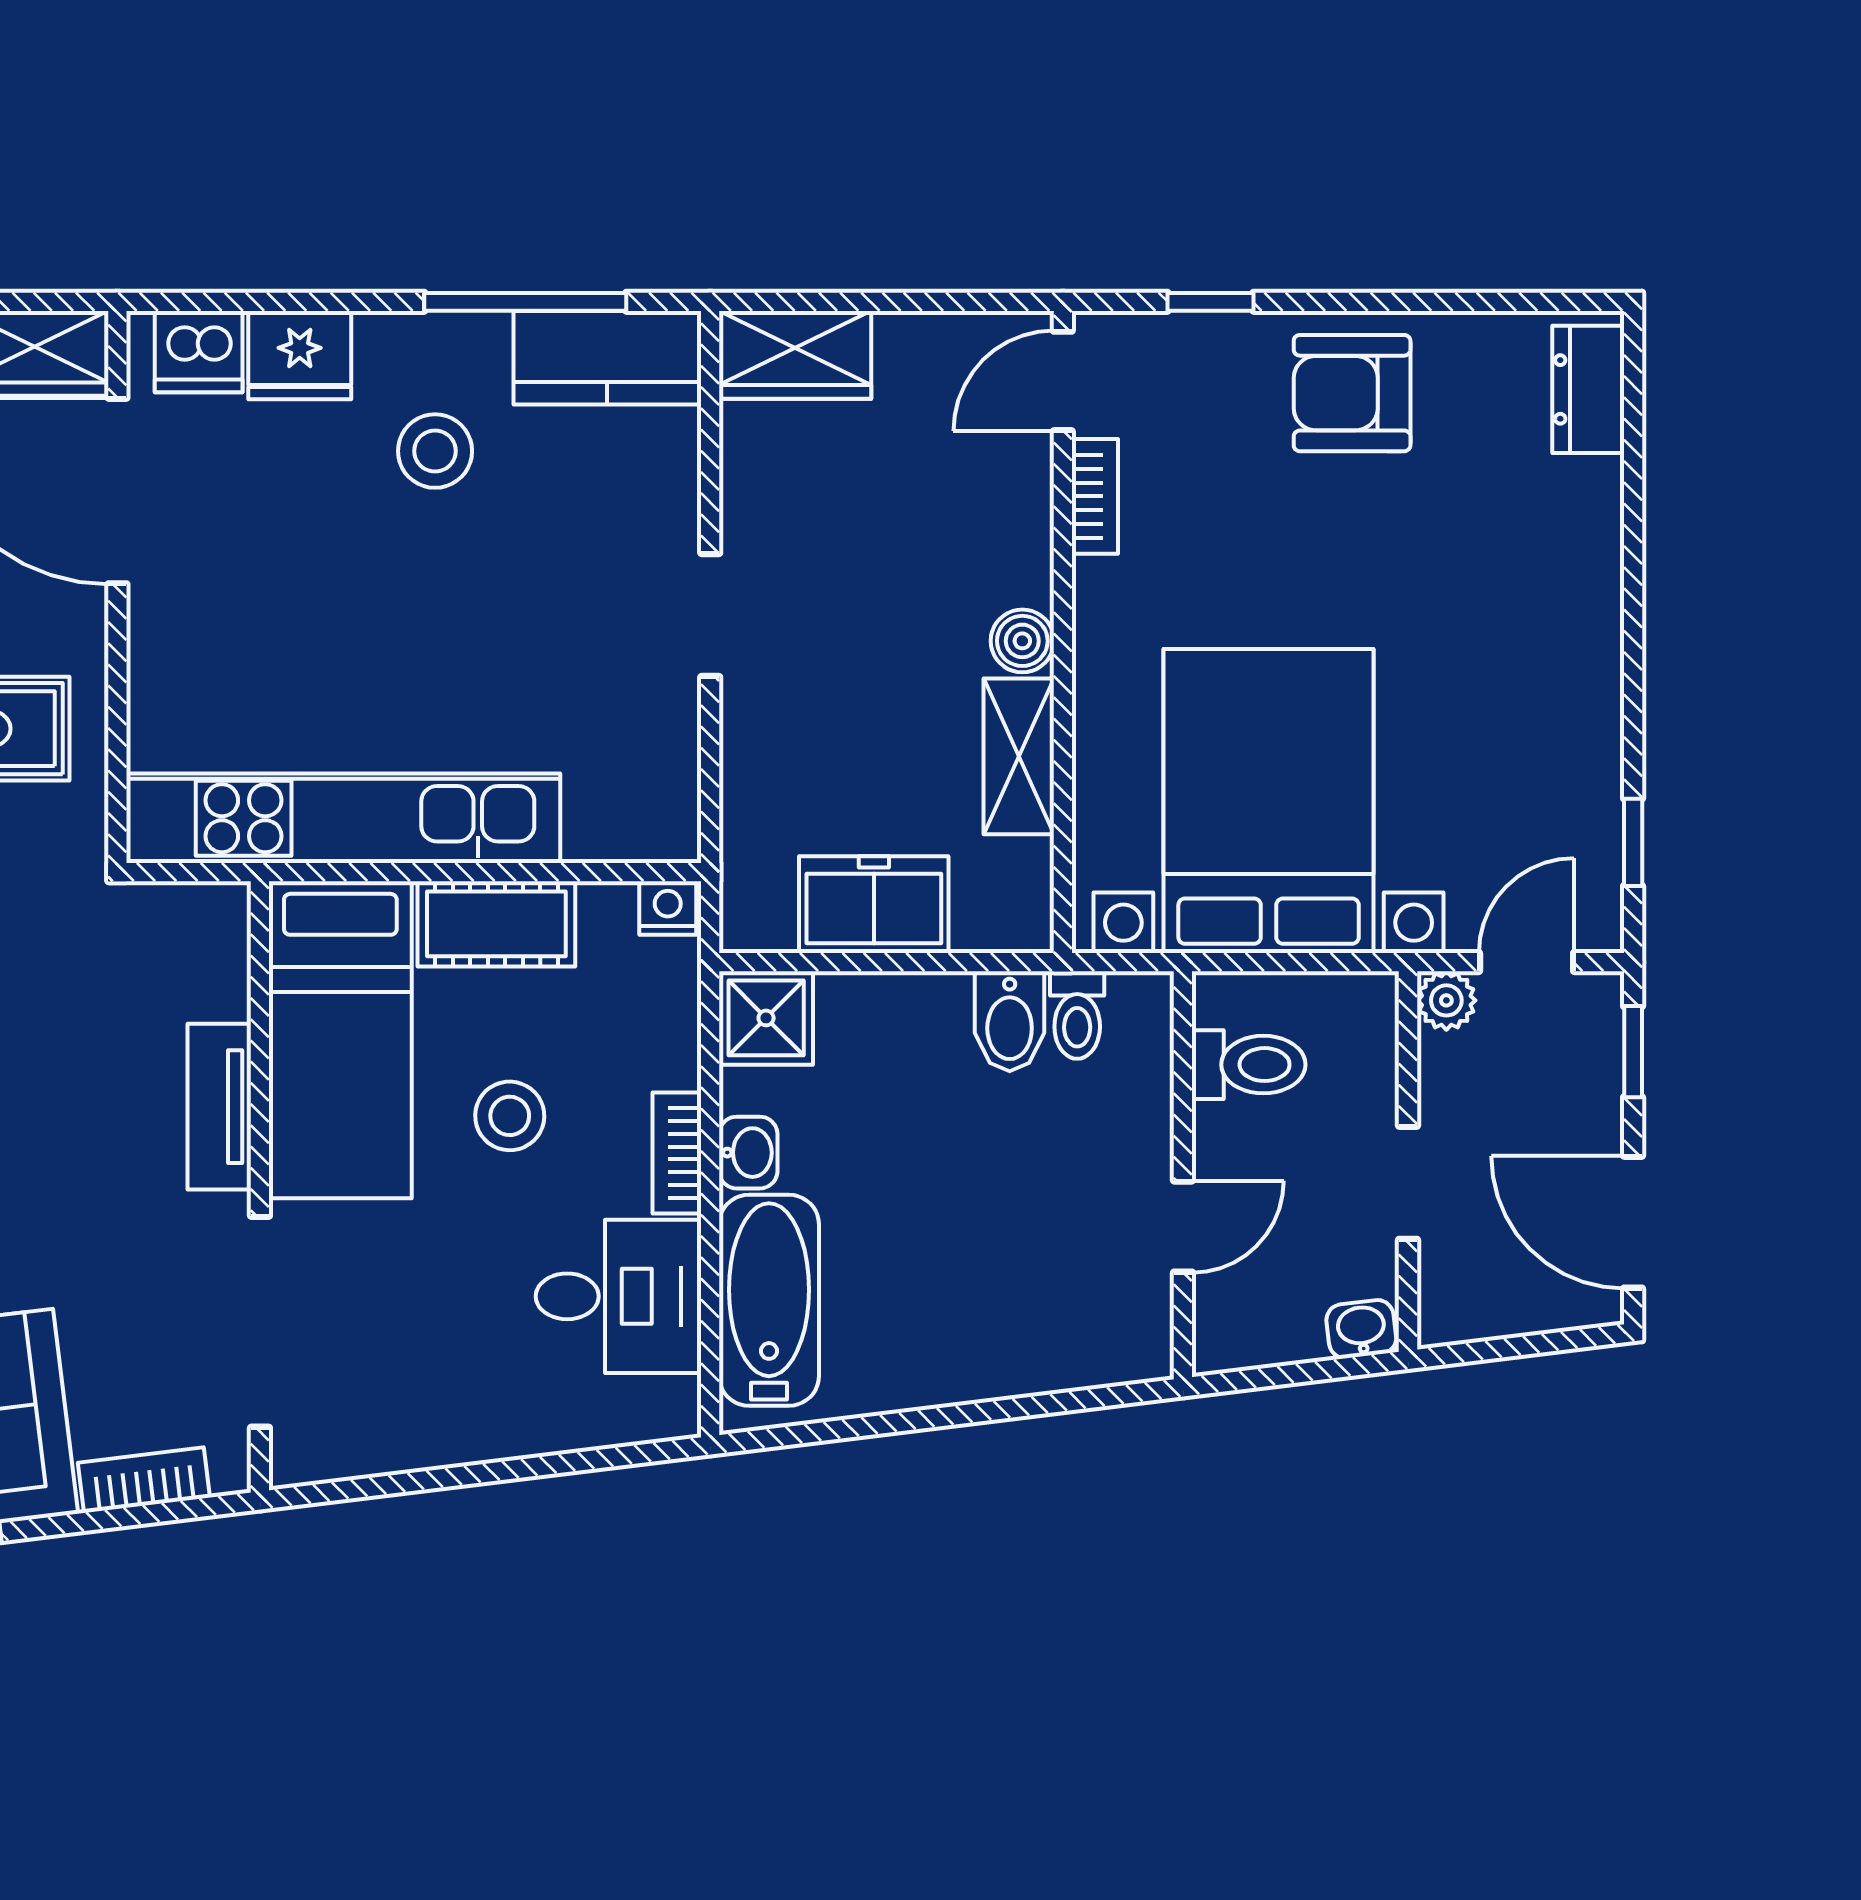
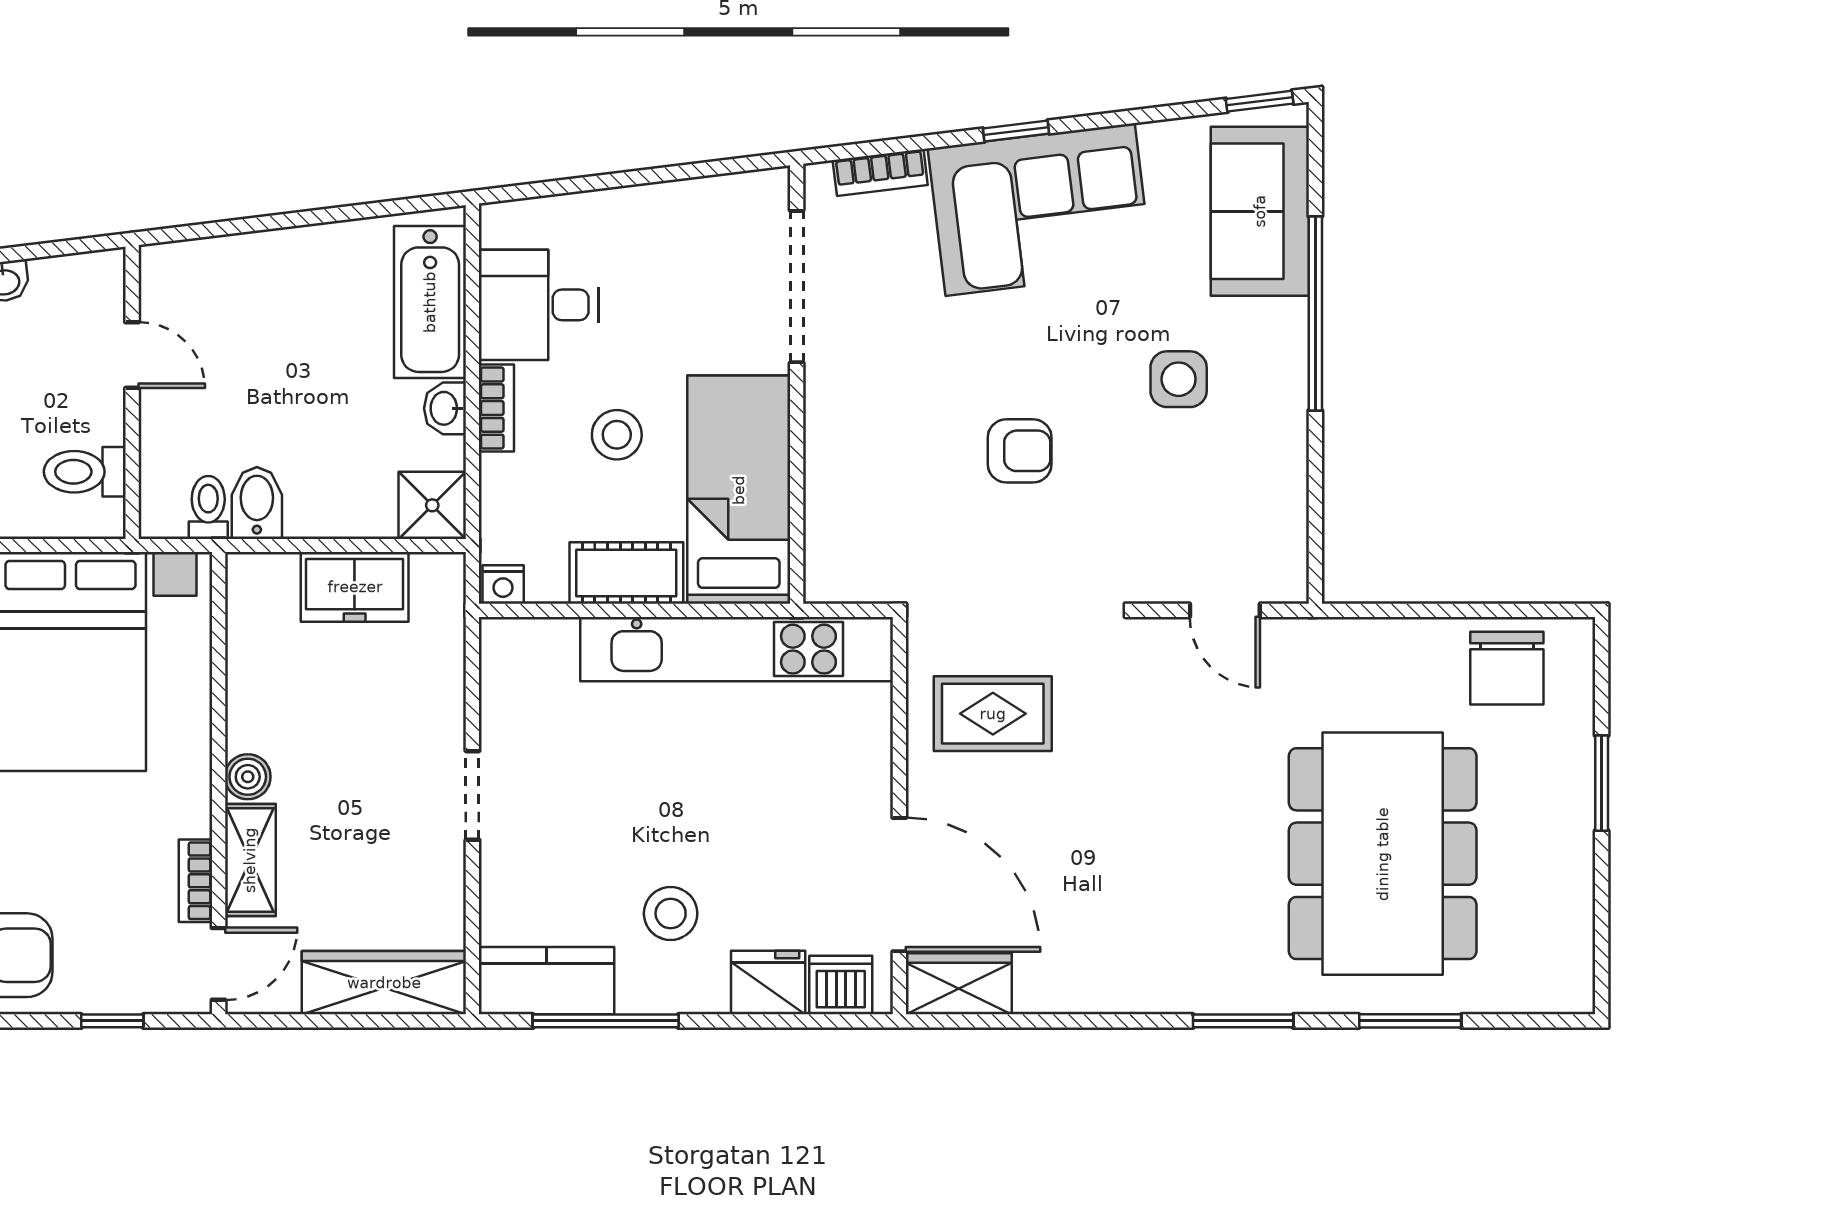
wardrobe: (795, 355) -> (384, 983), width x1.50
shelving: (1019, 756) -> (250, 860), moved
tv unit: (219, 1107) -> (826, 441), removed
door: (1183, 1227) -> (132, 355), swing flipped

